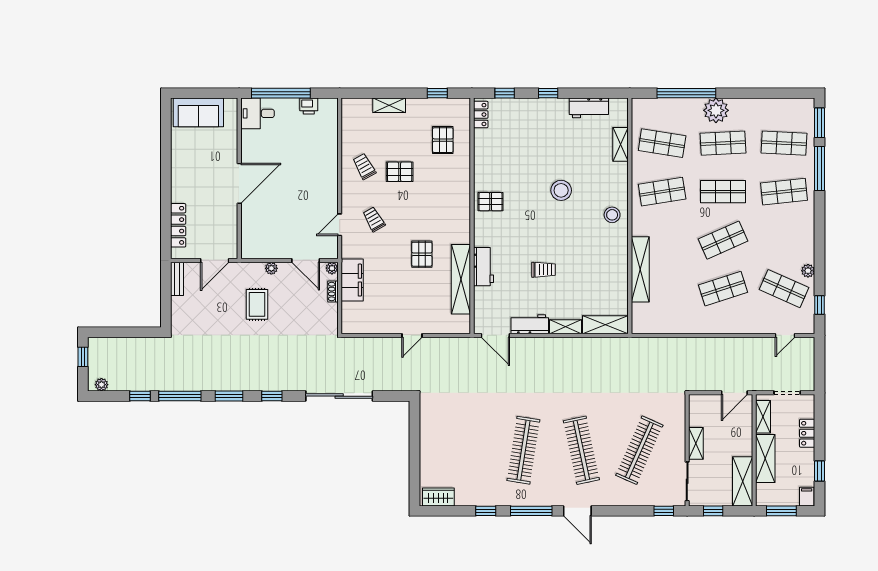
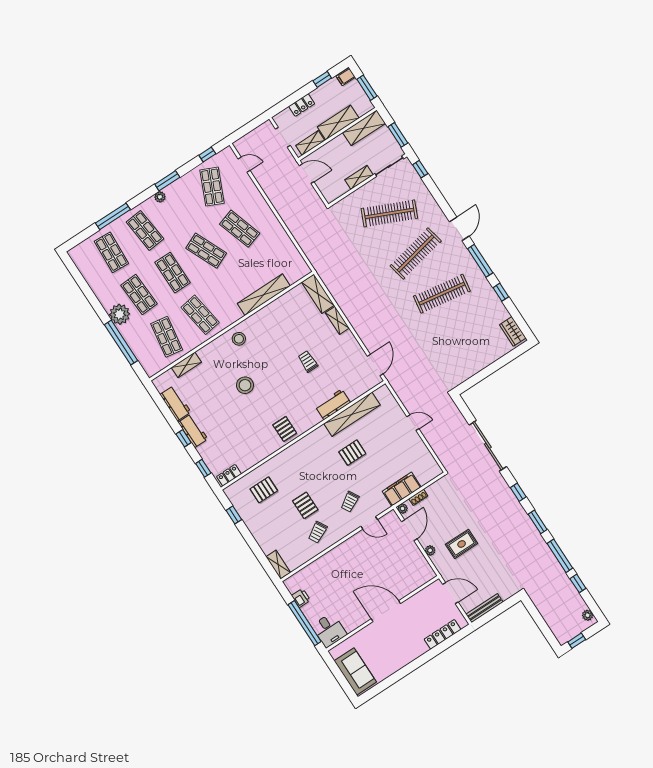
shelving: (389, 105) -> (278, 565), moved
window: (819, 123) -> (167, 181), moved
plant: (808, 271) -> (160, 197), moved
bench: (177, 279) -> (484, 608), width x1.36
workbench: (530, 324) -> (193, 431), moved, turned 180
window: (713, 511) -> (398, 135), width x1.50

